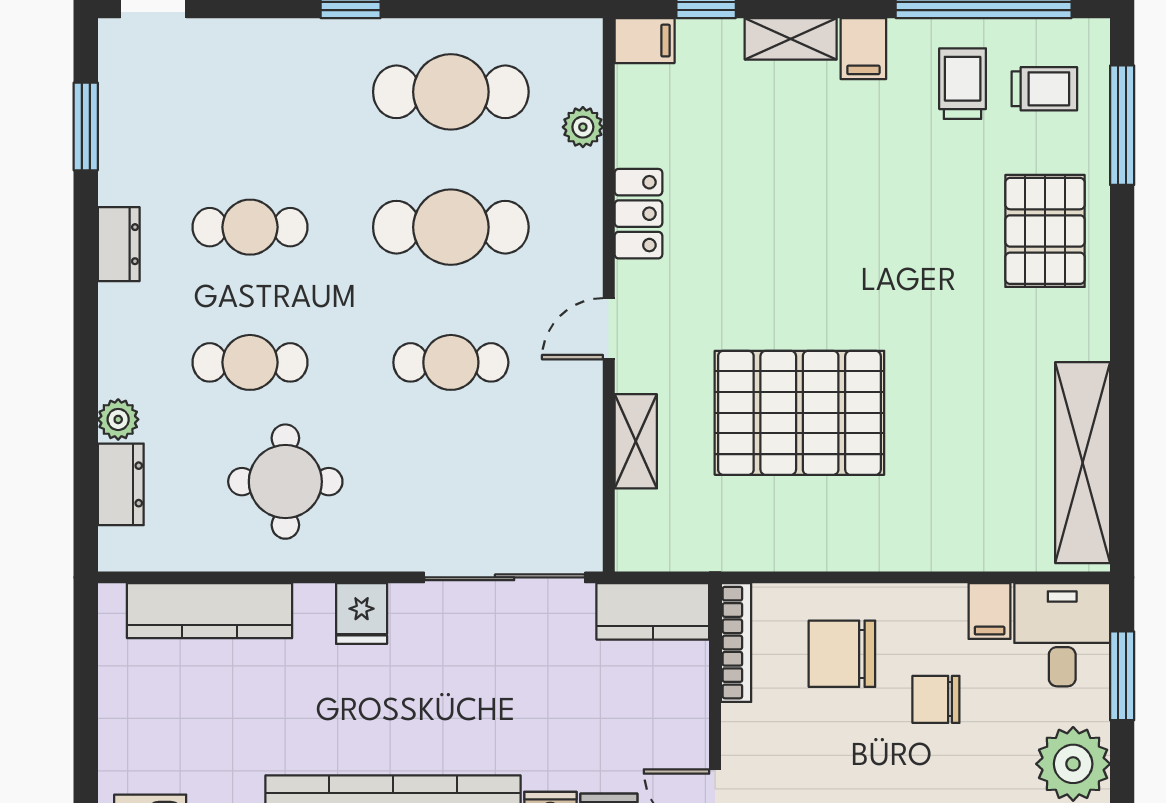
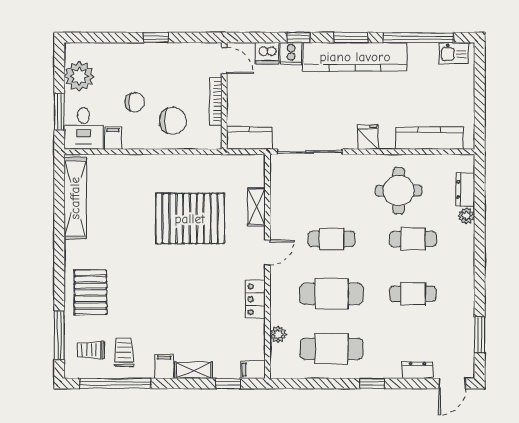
trolley: (963, 84) -> (124, 352), turned 180
dresser: (119, 244) -> (417, 370), moved, turned 90
bookcase: (736, 643) -> (216, 101), moved

